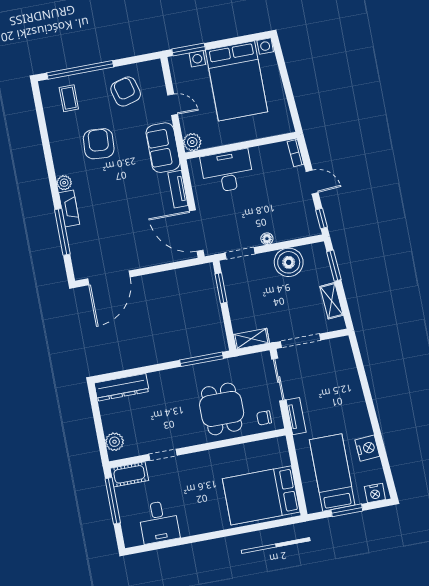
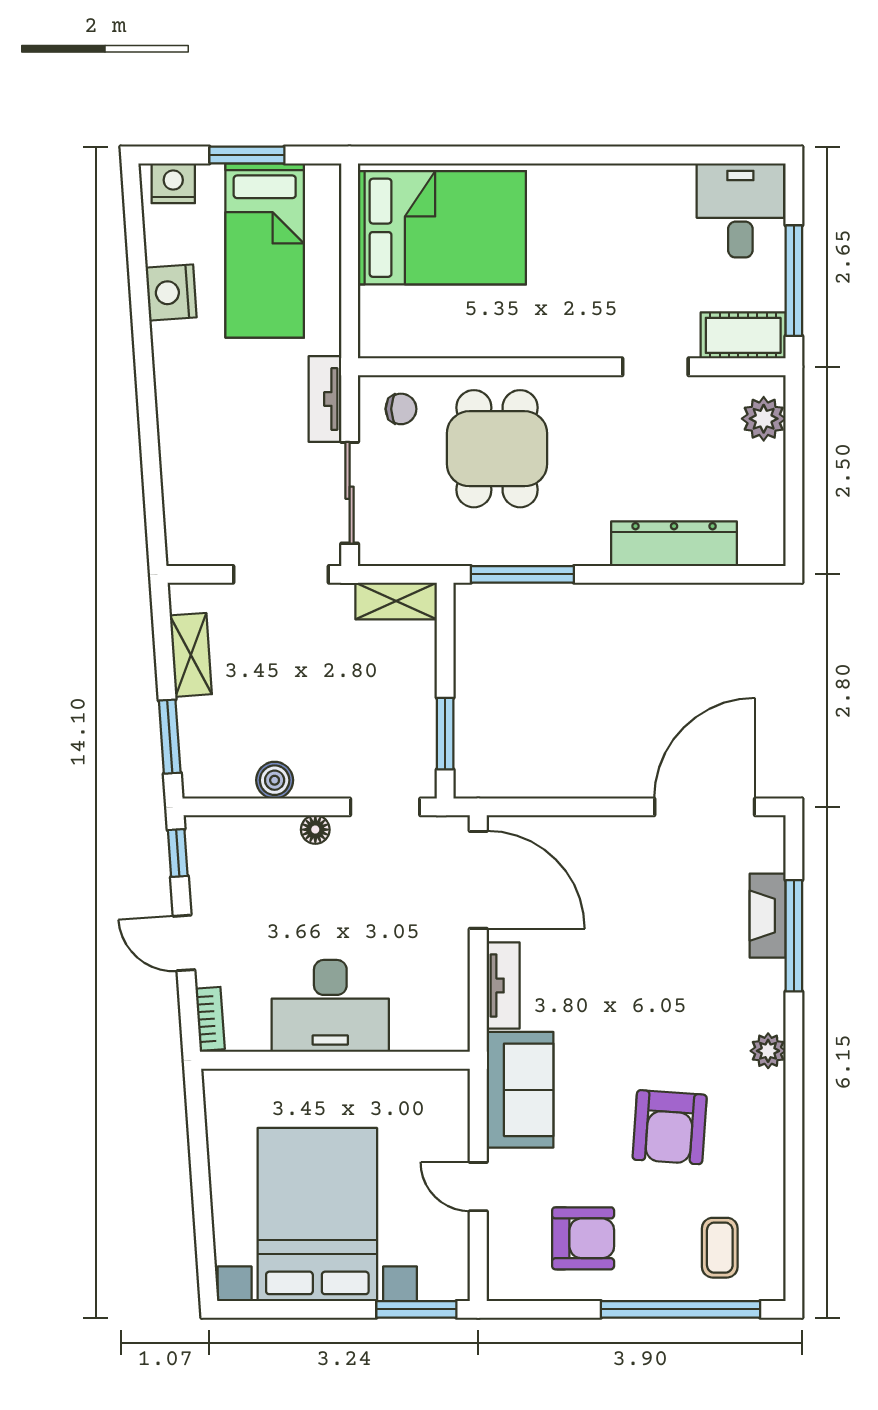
armchair: (126, 92) -> (583, 1238), turned -75
plant: (192, 142) -> (449, 1090), removed
desk: (227, 171) -> (330, 1006), moved
fireplace: (69, 208) -> (768, 916), moved
boiler: (289, 262) -> (275, 780), width x0.54, depth x0.54
dresser: (122, 387) -> (674, 544), moved
desk: (159, 522) -> (740, 210), moved

